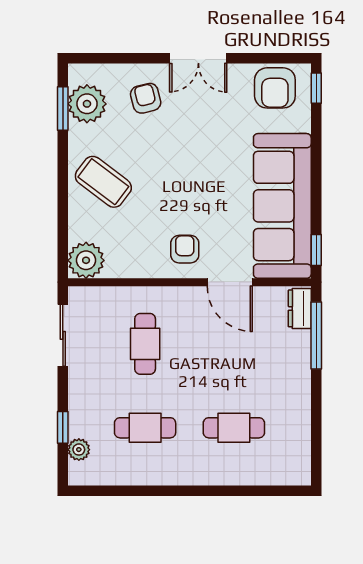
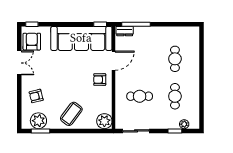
double door: (198, 58) -> (19, 63), moved
armchair: (275, 88) -> (32, 42), turned -90

